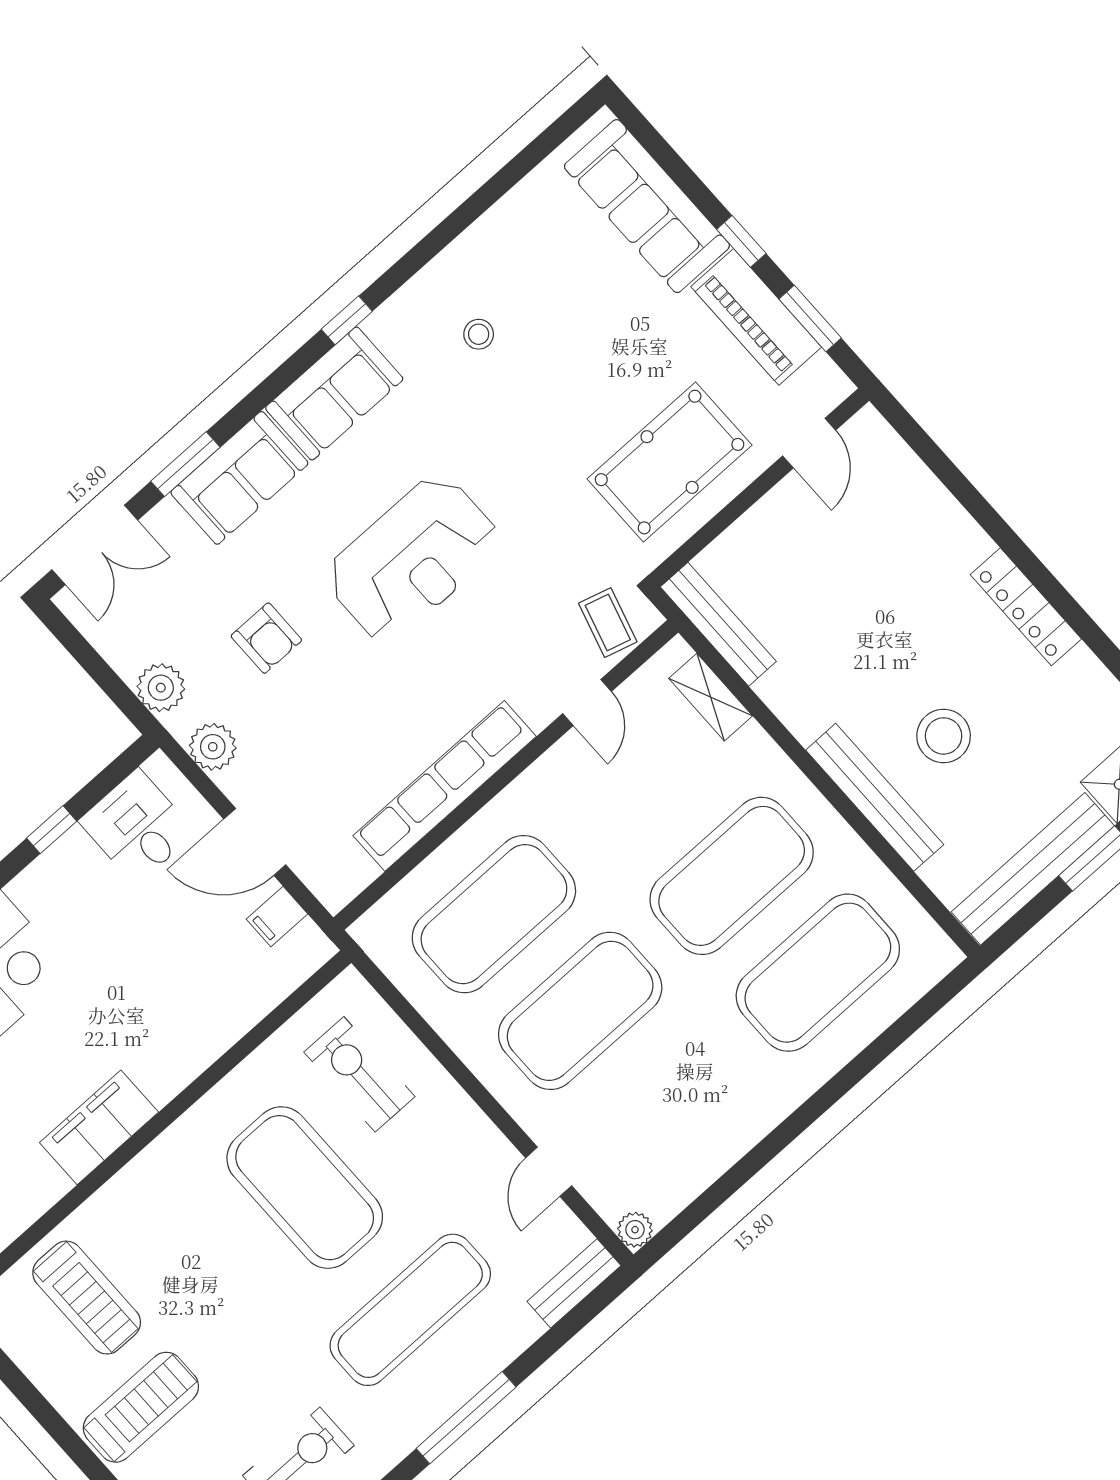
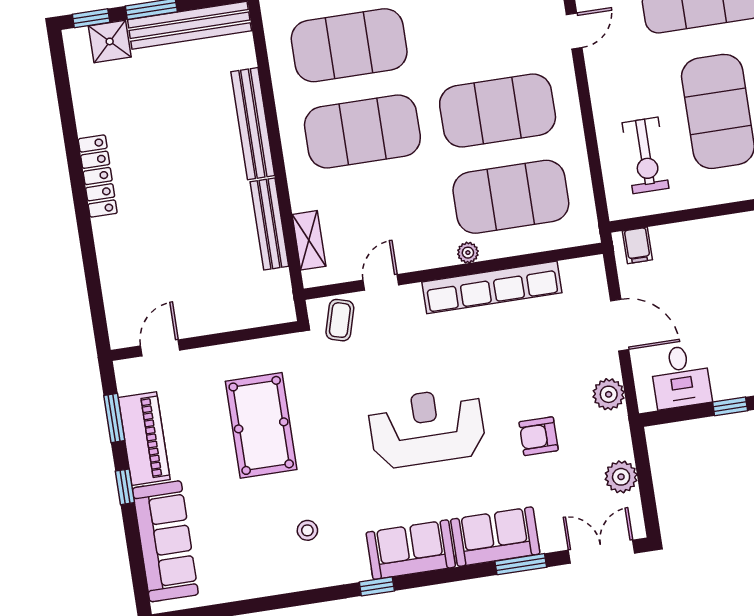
pool table: (670, 462) -> (261, 425), moved, turned 90
bench: (718, 624) -> (269, 224), moved
armchair: (266, 638) -> (539, 436), turned -90
plant: (161, 688) -> (621, 477), moved
stool: (944, 736) -> (191, 133), removed
plant: (503, 810) -> (468, 253), added
filing cabinet: (277, 917) -> (637, 245), moved, turned 90

